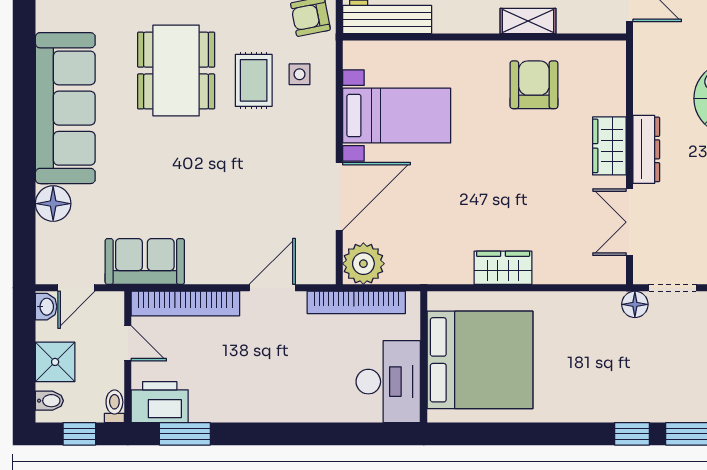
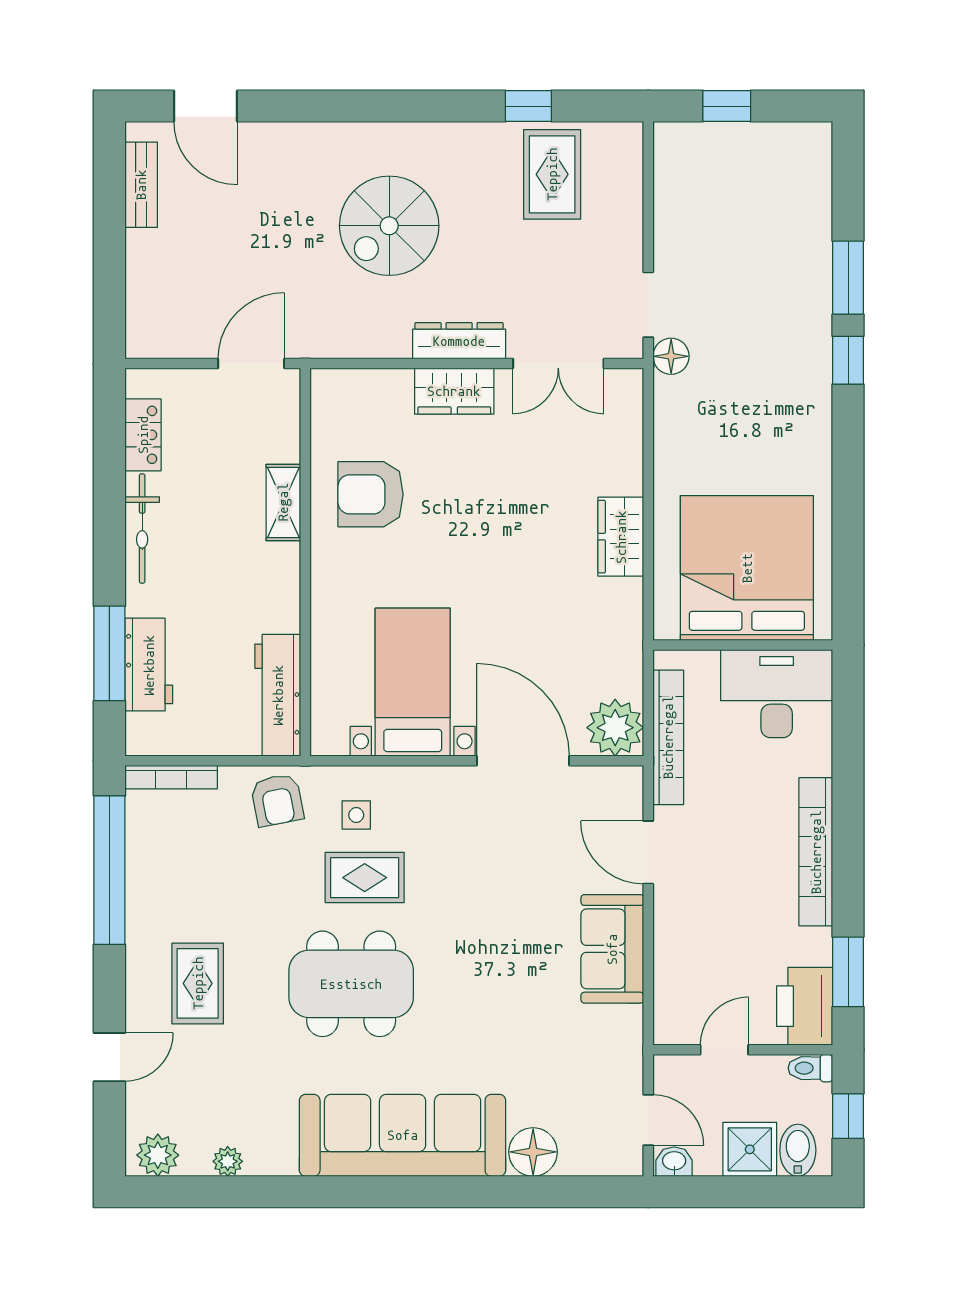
sofa: (145, 262) -> (612, 949), moved
bookcase: (185, 303) -> (816, 852), moved, turned 180
bidet: (49, 401) -> (798, 1150), width x1.38, depth x1.36

